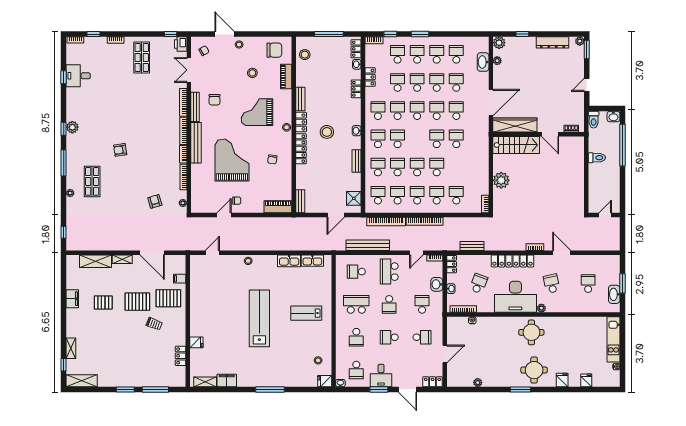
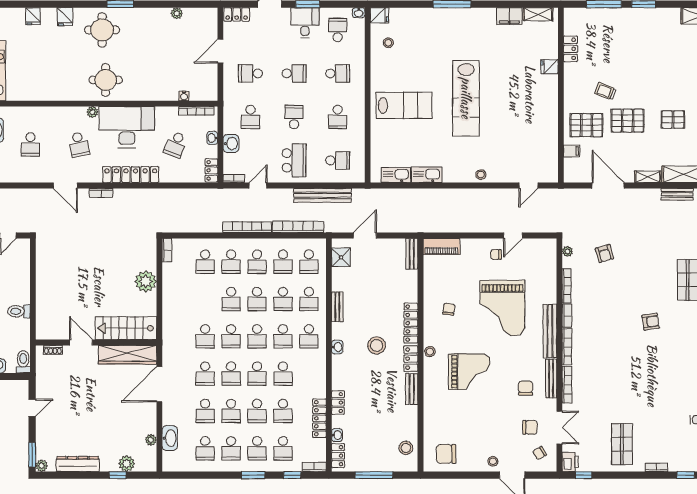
plant: (499, 43) -> (127, 464), moved
chair: (211, 70) -> (530, 427), added
stool: (252, 73) -> (475, 424), removed
piano: (286, 76) -> (431, 419), removed
locker: (370, 77) -> (319, 418), width x1.53
school desk: (378, 111) -> (257, 336), moved
bench: (472, 246) -> (677, 194), moved
school desk: (356, 304) -> (338, 117), width x0.54
lab bench: (306, 313) -> (404, 105), width x1.36, depth x1.39
school desk: (356, 337) -> (338, 73), turned 90

